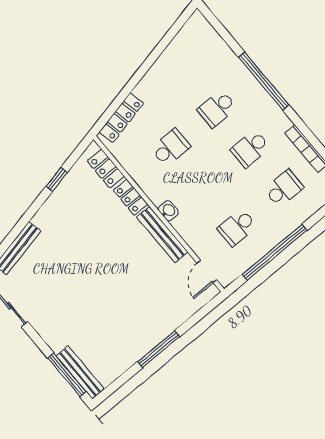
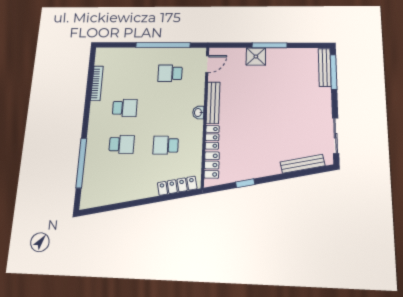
window: (264, 81) -> (81, 163), moved
school desk: (284, 189) -> (128, 73), removed
school desk: (237, 227) -> (170, 73), turned 180
shower: (162, 324) -> (256, 57), added

